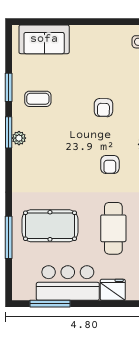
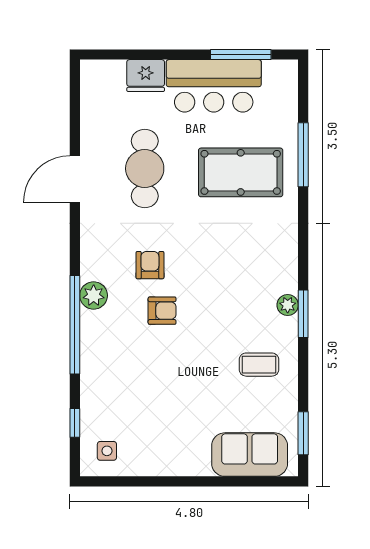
window: (9, 87) -> (303, 433), moved
armchair: (103, 108) -> (162, 311), moved, turned 89

